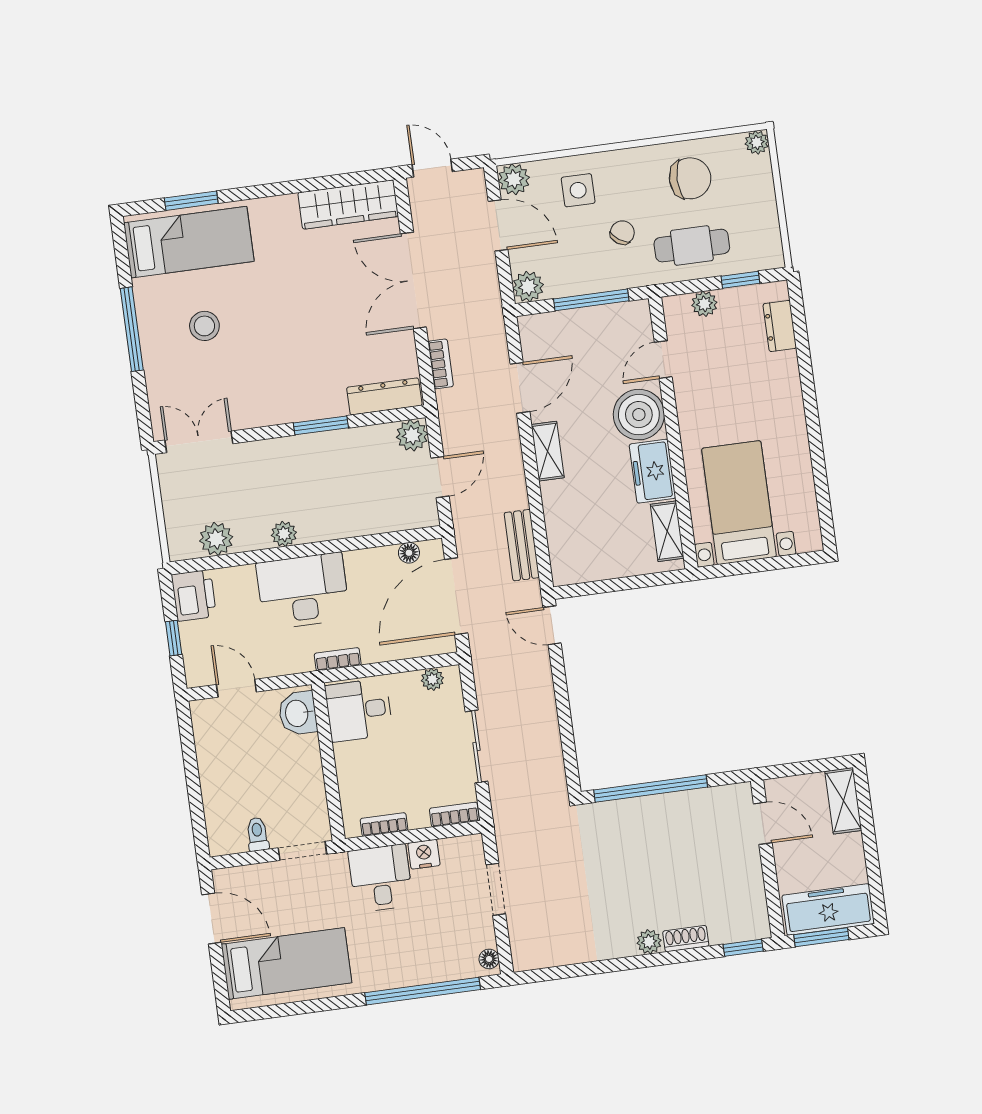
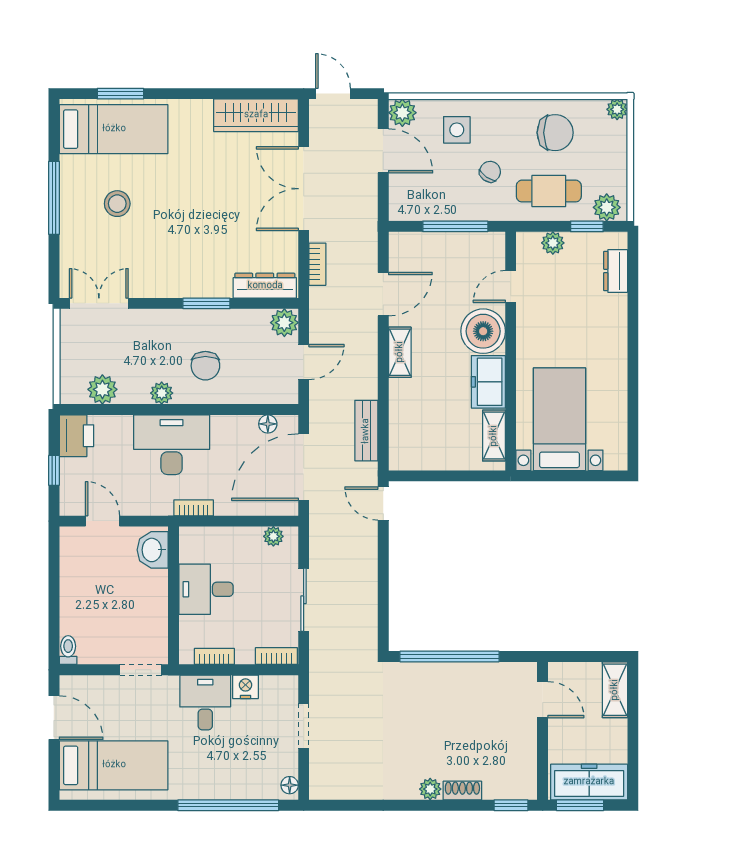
plant: (528, 287) -> (607, 207), moved
chair: (329, 496) -> (205, 366), added
desk: (359, 710) -> (206, 589), moved
toilet: (257, 834) -> (68, 650), moved

